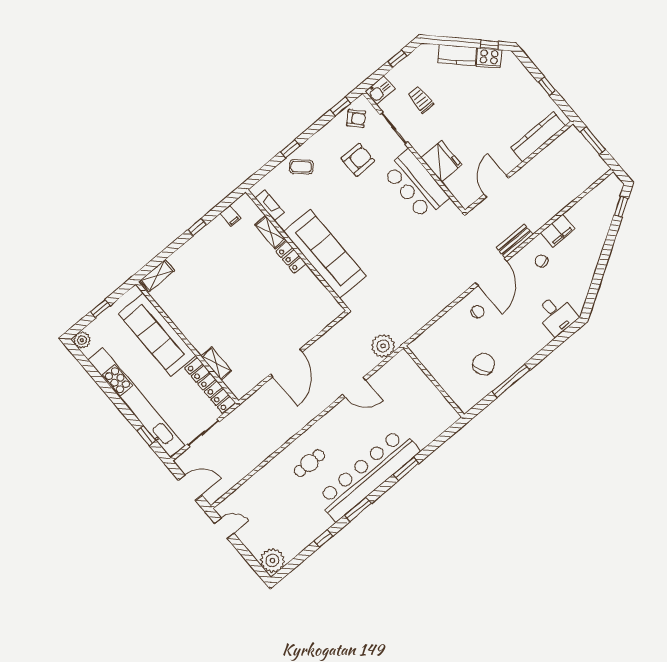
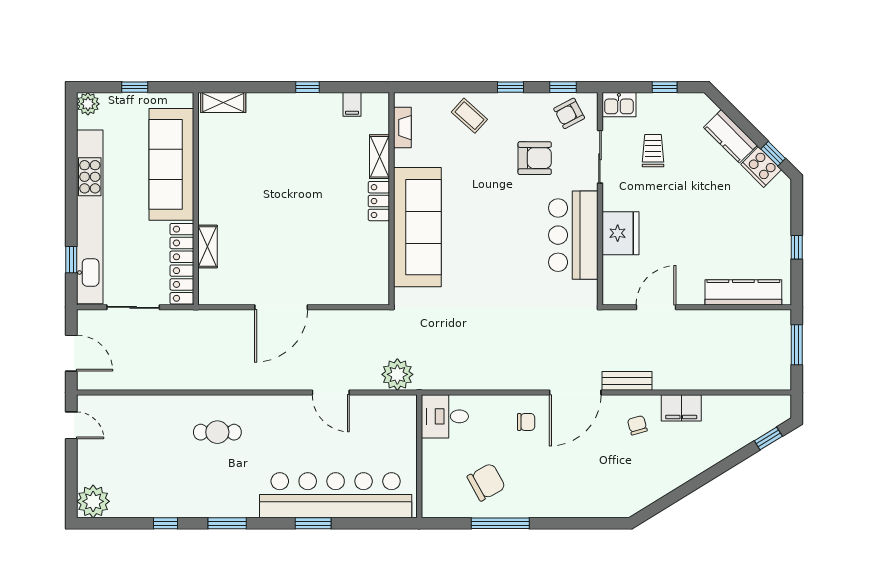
armchair: (356, 118) -> (569, 113), turned 105
window: (290, 149) -> (511, 87), moved
desk: (556, 315) -> (445, 416), moved, turned 90
bar counter: (368, 474) -> (336, 495), moved

